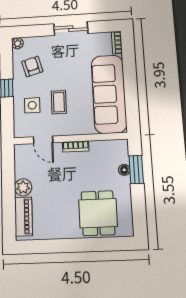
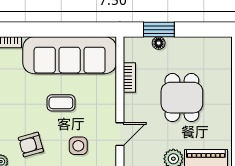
coffee table: (59, 102) -> (61, 103), moved
bookcase: (76, 146) -> (129, 77), moved
dining table: (98, 213) -> (182, 98), moved, turned 90

